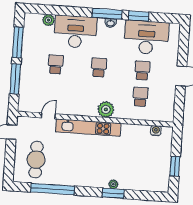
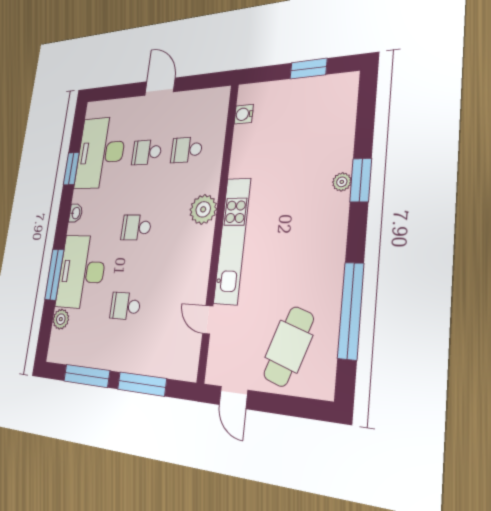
window: (107, 14) -> (54, 274), moved
cafe table: (36, 160) -> (289, 346), turned -71

